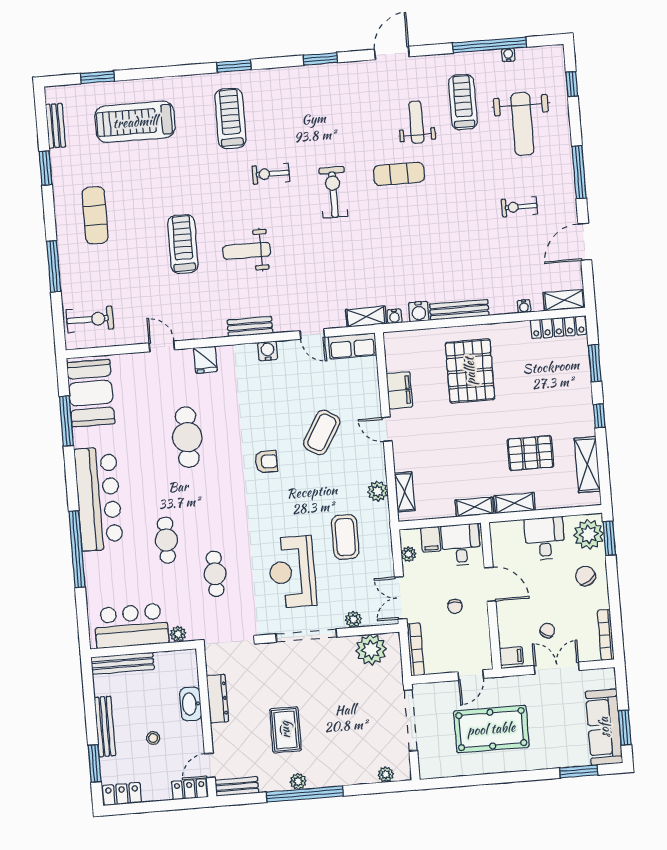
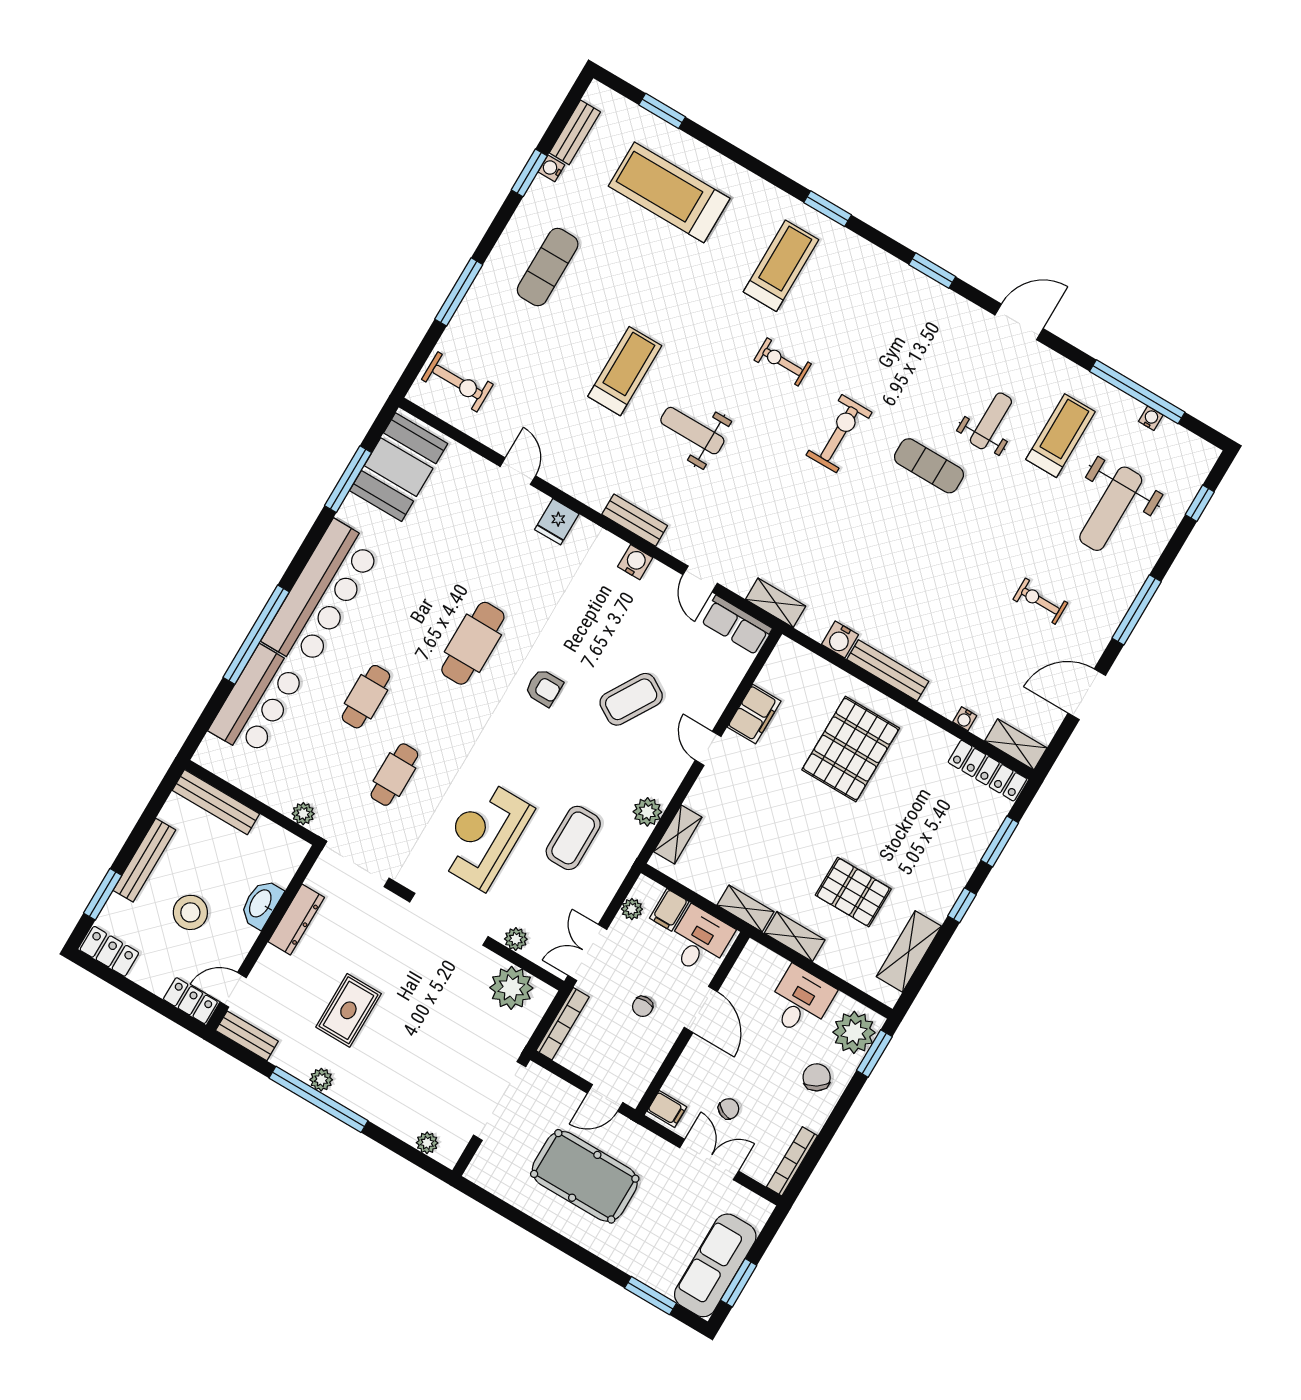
water cooler: (394, 316) -> (551, 168), moved, turned 90
cafe table: (187, 437) -> (473, 643), moved
bar counter: (131, 626) -> (258, 701), moved, turned 90
stool: (153, 738) -> (190, 912), width x1.89, depth x1.89

